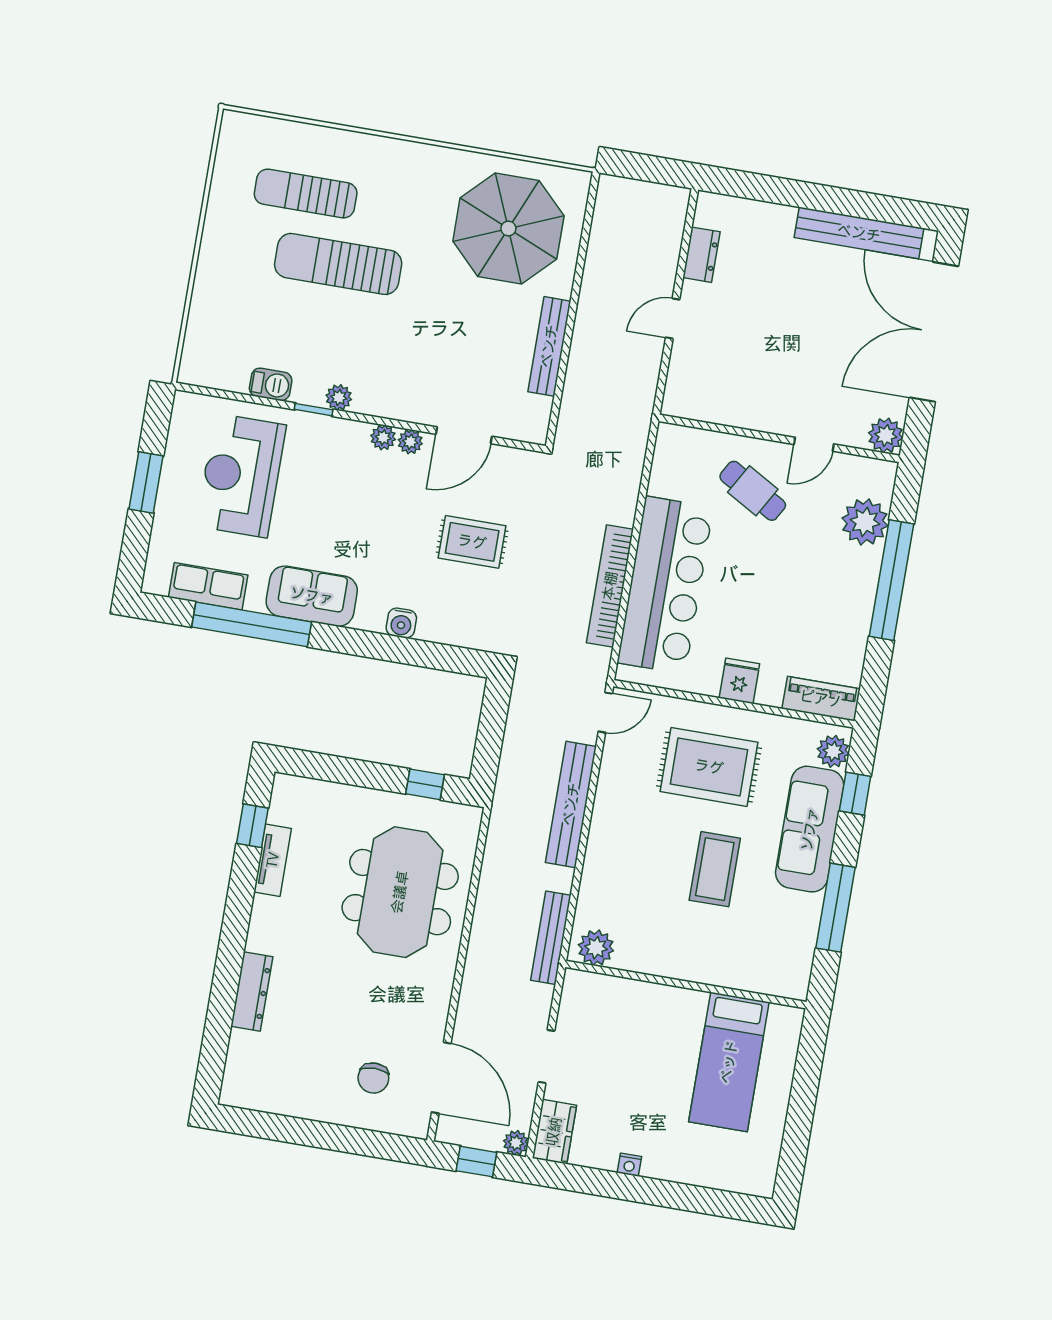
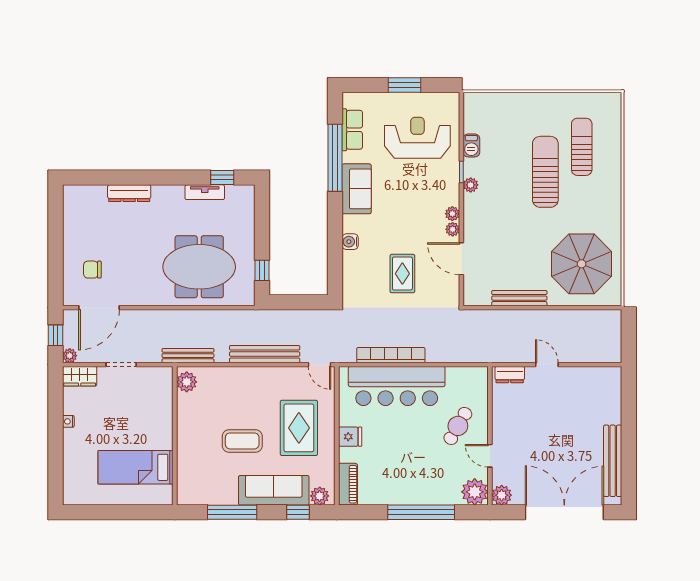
dresser: (701, 255) -> (510, 375), moved
plant: (865, 522) -> (475, 492), moved

